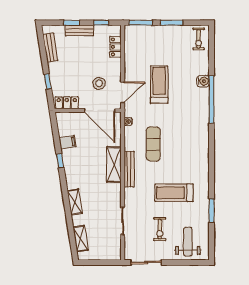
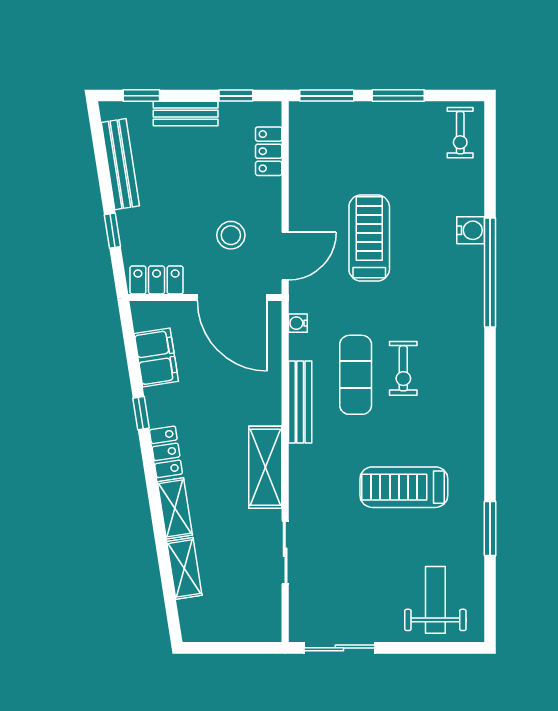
window: (72, 23) -> (141, 96), moved
bench: (50, 47) -> (120, 164), width x1.36
filing cabinet: (68, 142) -> (156, 357), width x2.00
shelving: (114, 164) -> (265, 467), moved
bench: (129, 169) -> (300, 402), moved
locker: (71, 177) -> (166, 452), added
exercise bike: (160, 229) -> (403, 368), moved
shelving: (80, 239) -> (184, 568), moved

